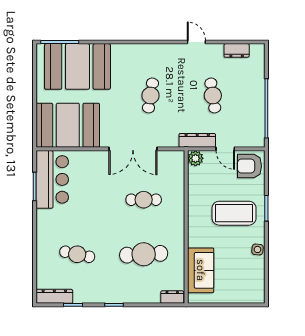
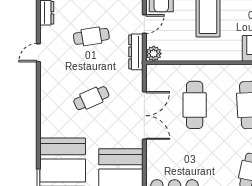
cafe table: (151, 95) -> (91, 98), turned -33
cafe table: (144, 200) -> (195, 105), width x1.37, depth x1.35

